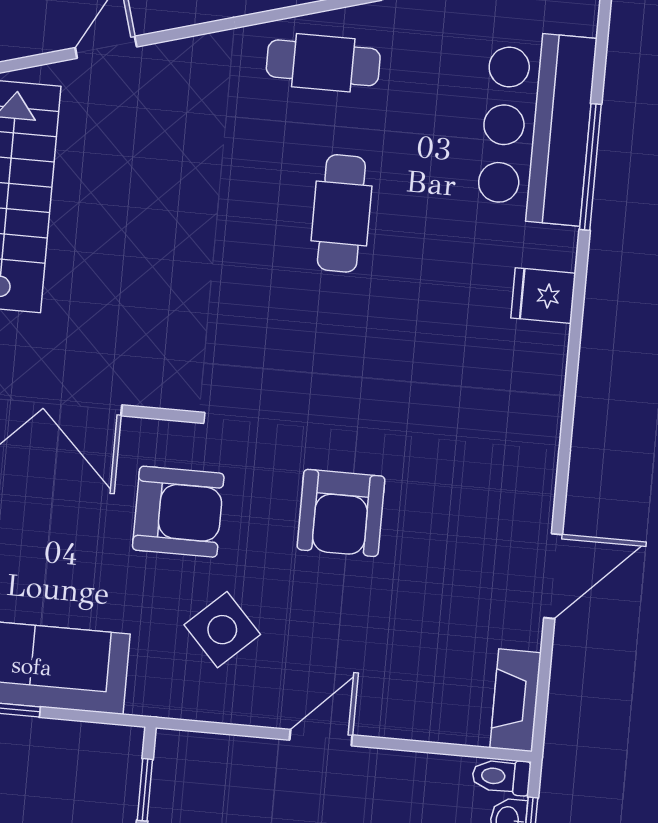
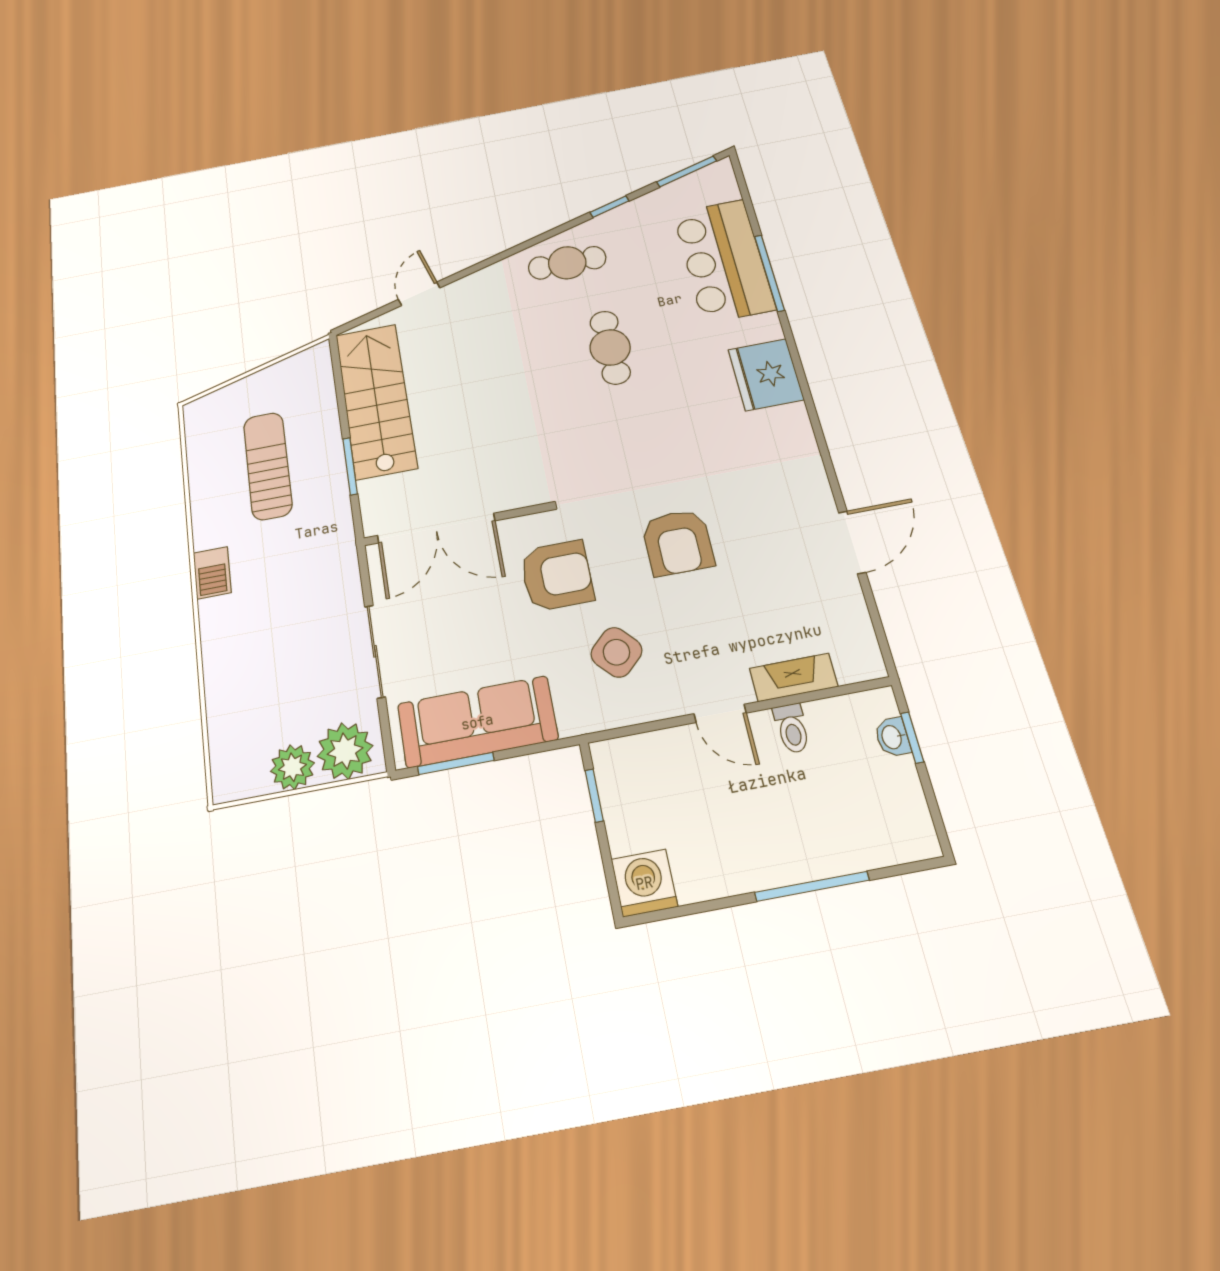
fridge: (543, 296) -> (766, 375), width x1.88, depth x1.34
fireplace: (515, 700) -> (794, 677), moved, turned 90
door: (321, 738) -> (720, 713), swing flipped
toilet: (501, 777) -> (792, 728), moved, turned -90

